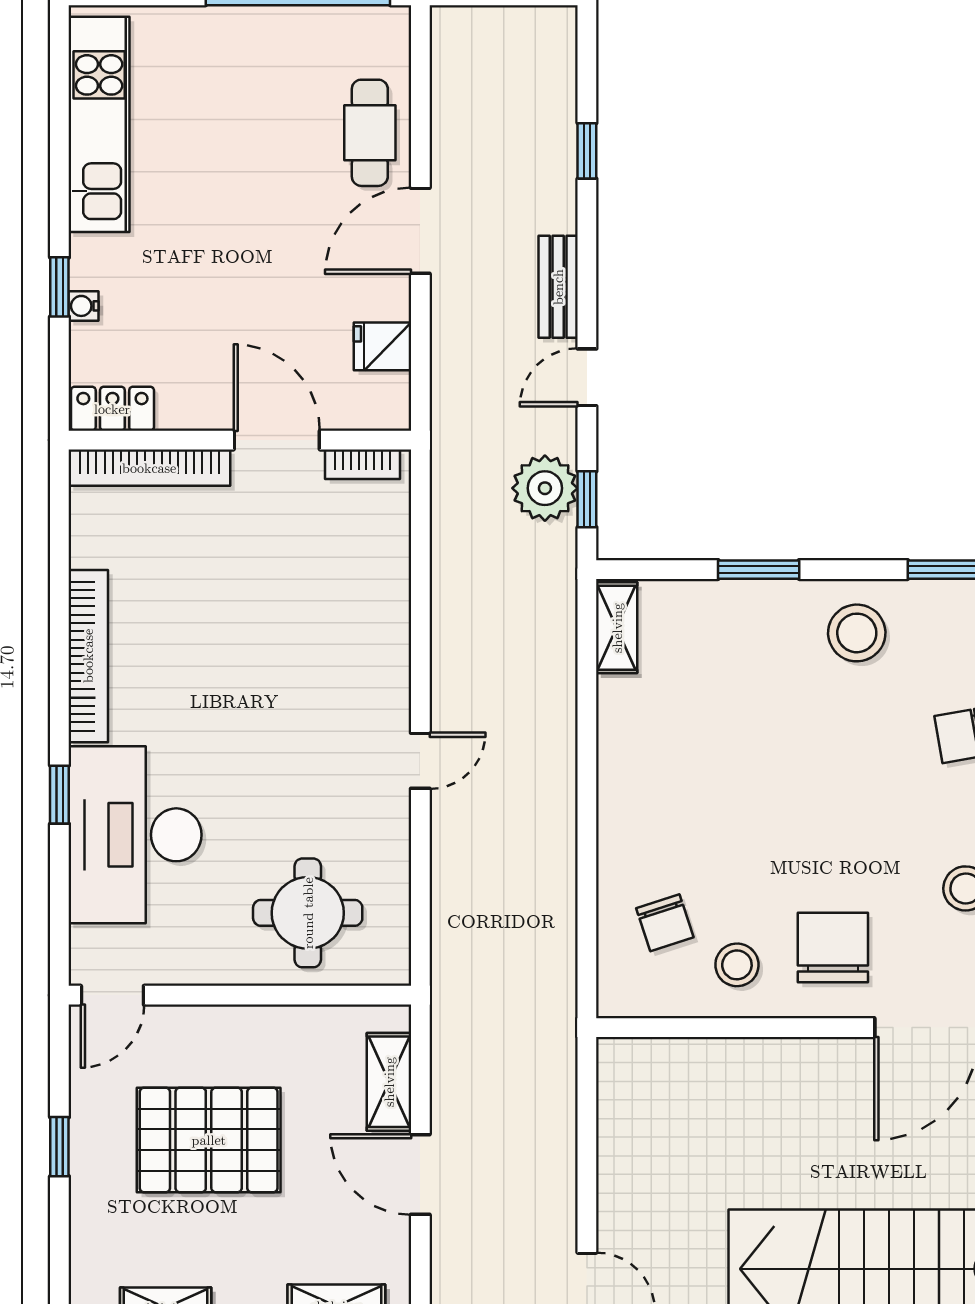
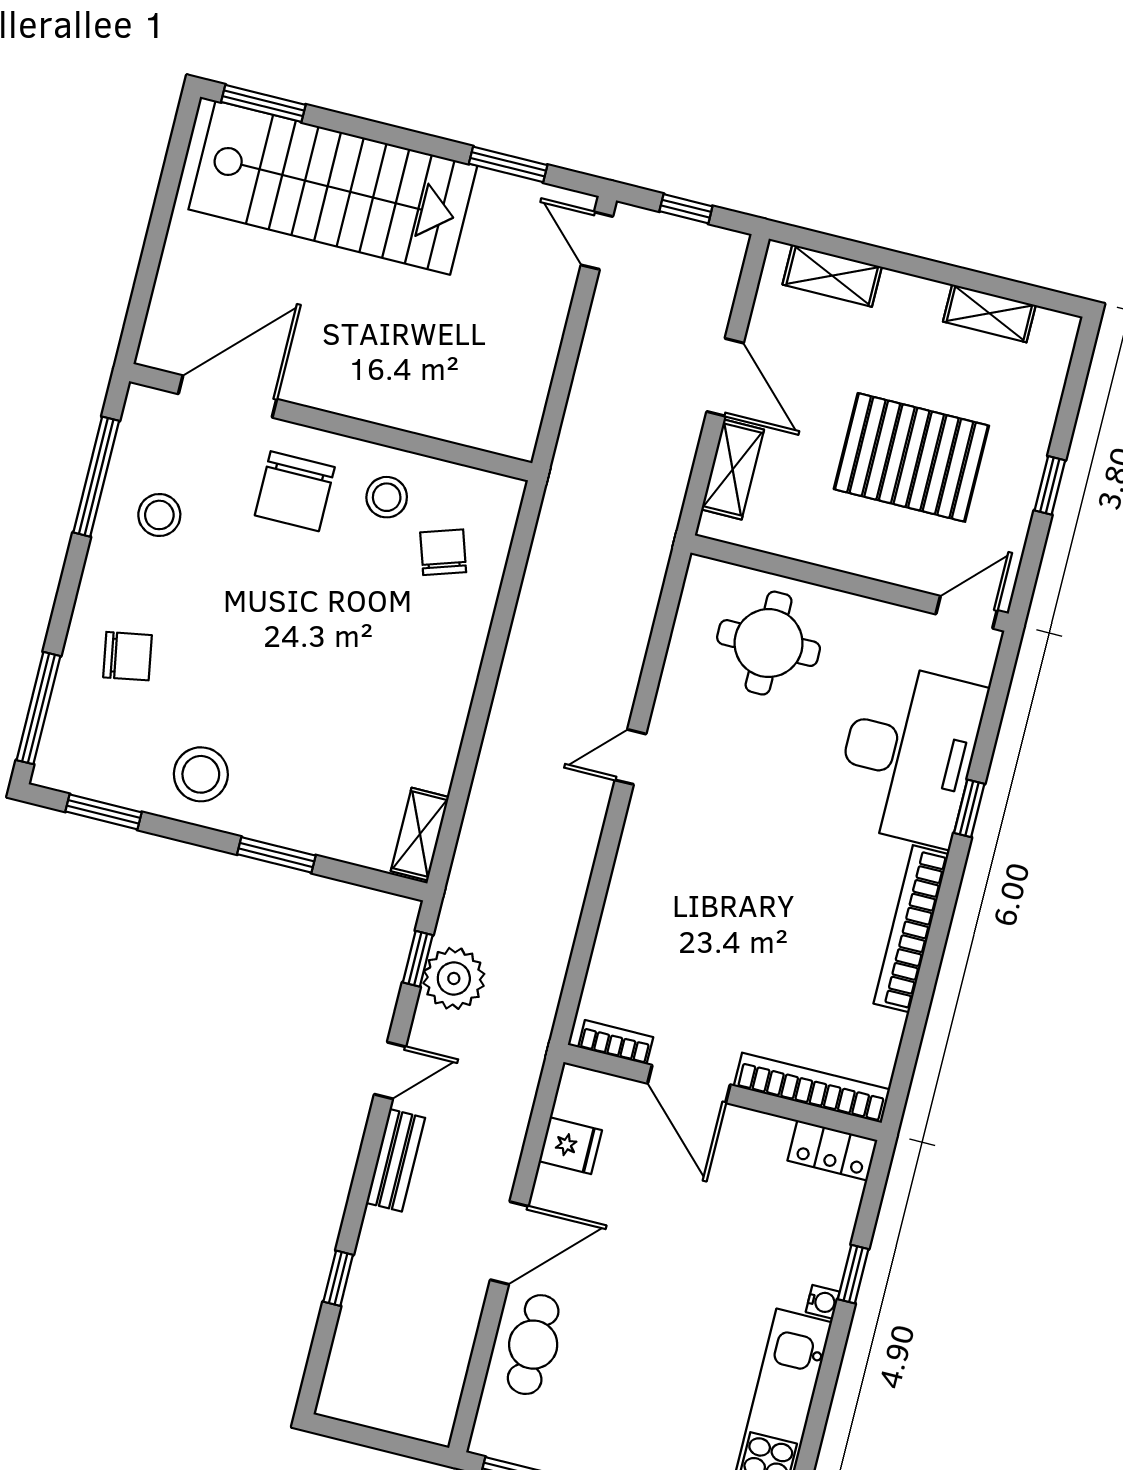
water cooler: (84, 306) -> (823, 1302), moved

